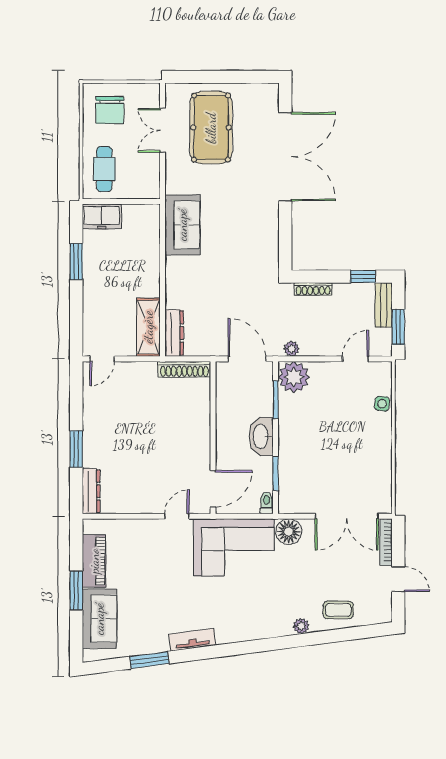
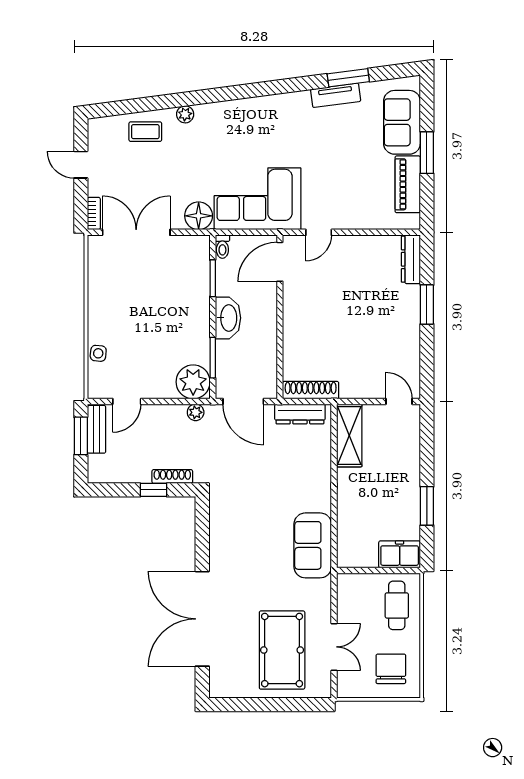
window: (363, 277) -> (154, 490), moved
bench: (384, 305) -> (96, 429), moved
dresser: (174, 333) -> (300, 414), moved, turned -90
door: (102, 359) -> (399, 401), hinge flipped
bookcase: (386, 542) -> (94, 214), width x0.64
tv unit: (192, 640) -> (336, 95), moved

